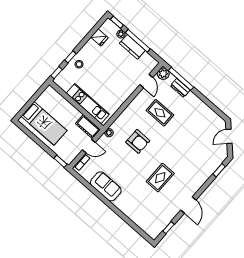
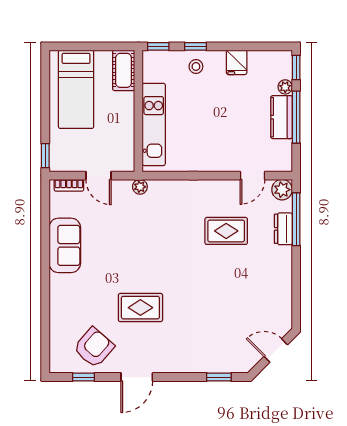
fridge: (99, 37) -> (237, 62), moved
rug: (160, 113) -> (226, 231), turned 90
cot: (88, 127) -> (124, 70), moved
armchair: (138, 141) -> (94, 348), moved, turned -139

